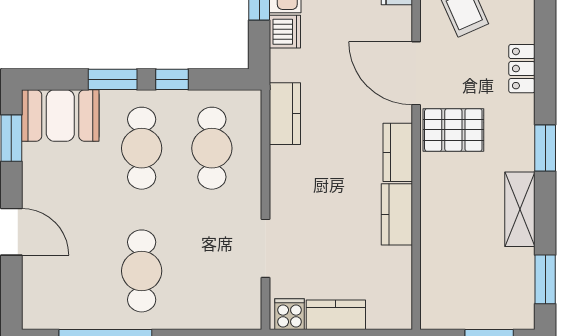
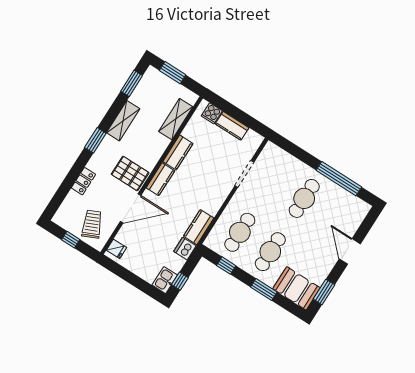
dishwasher: (285, 32) -> (185, 249), moved
door: (416, 73) -> (131, 208), hinge flipped
window: (172, 79) -> (226, 266), moved
shelving: (435, 267) -> (176, 119), added
cooker: (290, 314) -> (212, 113), moved

